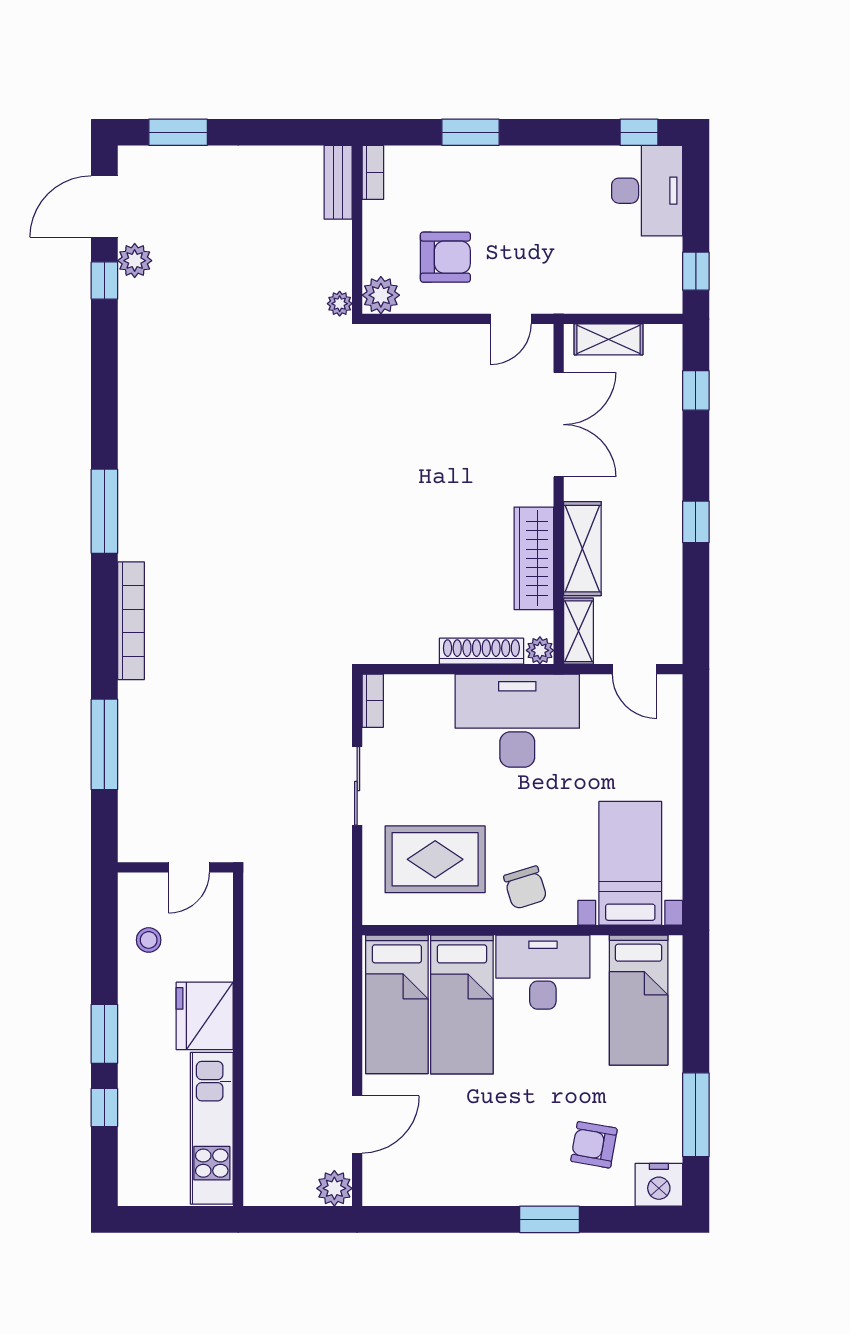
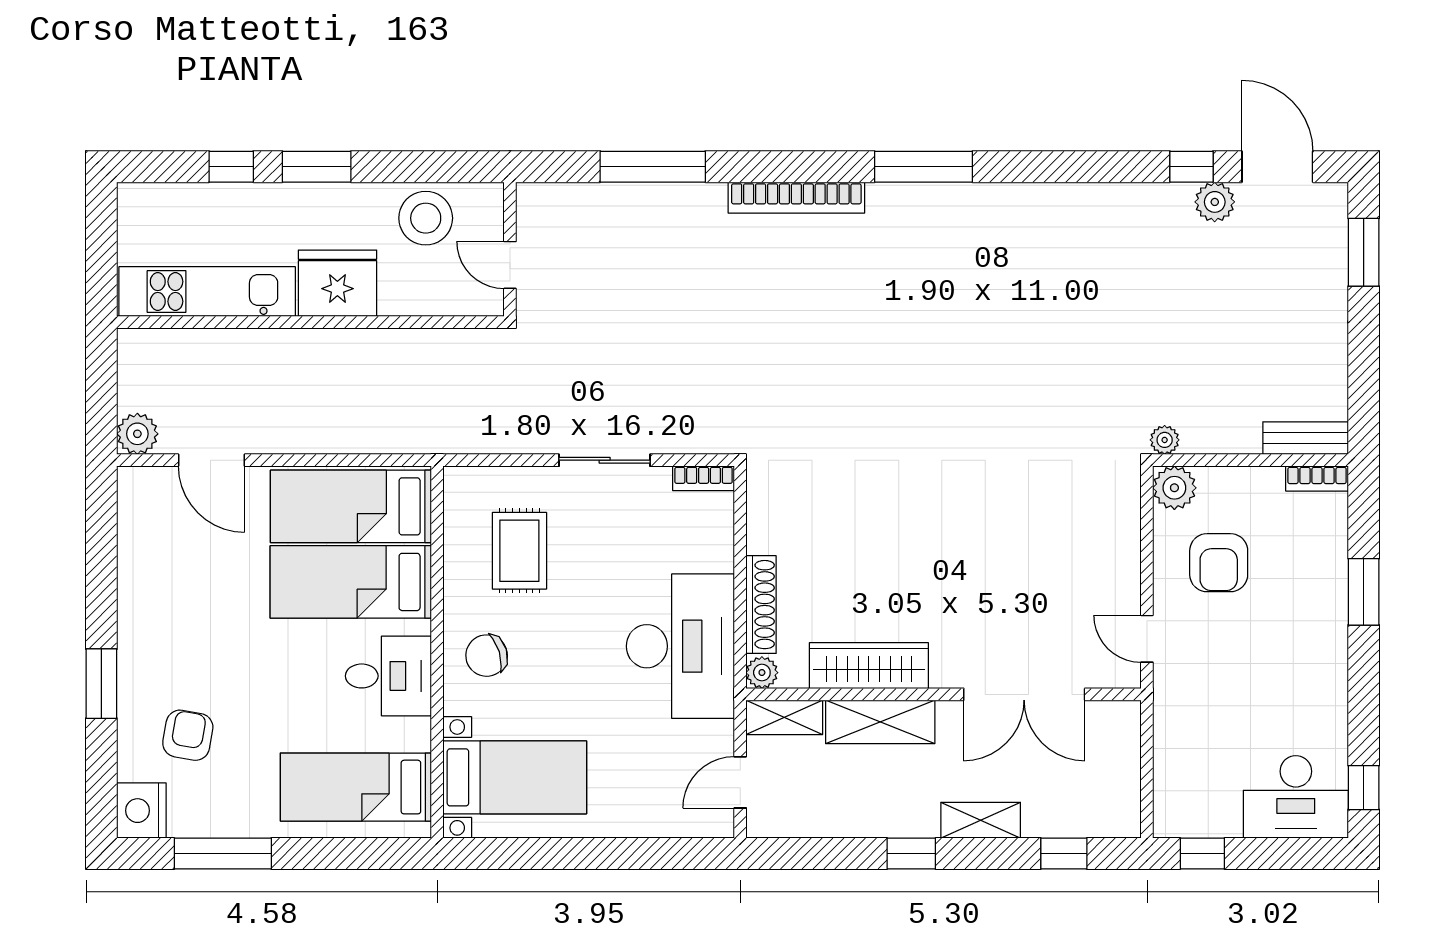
shelving: (609, 339) -> (981, 820), moved, turned 90
rug: (435, 859) -> (519, 551), width x0.73, depth x0.70
stool: (149, 940) -> (426, 218), width x1.89, depth x1.89
desk: (543, 972) -> (388, 676), width x0.73

